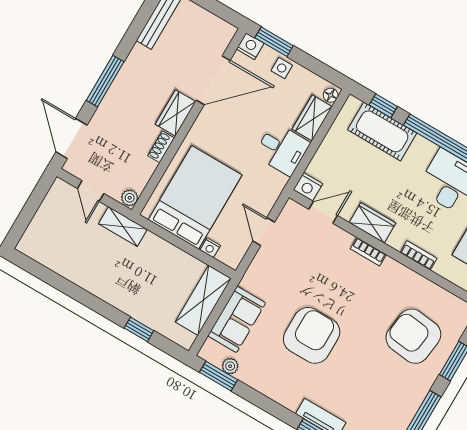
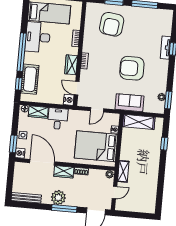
plant: (131, 80) -> (58, 198), added
sofa: (237, 319) -> (130, 103), moved

